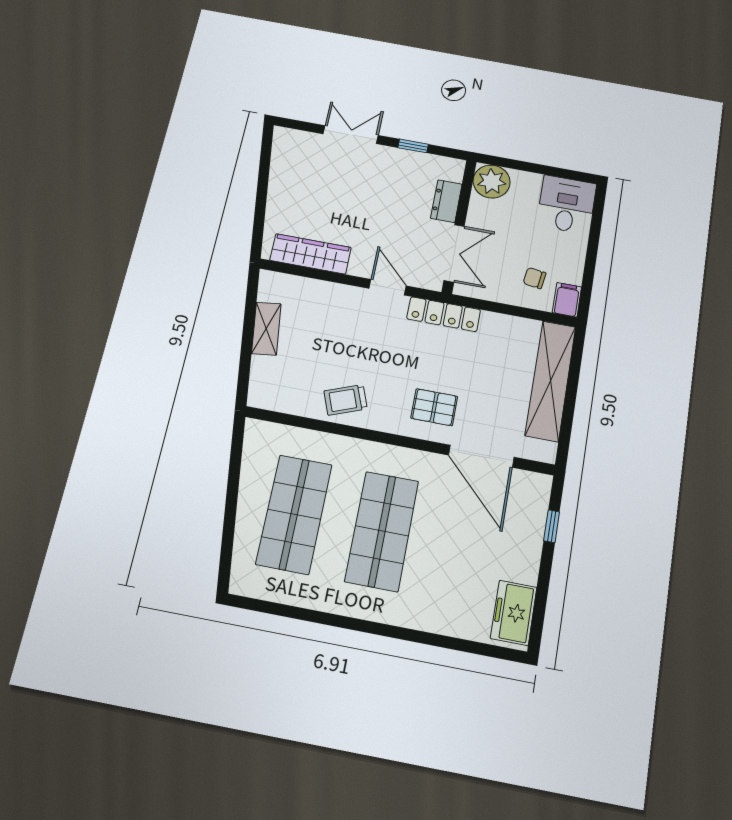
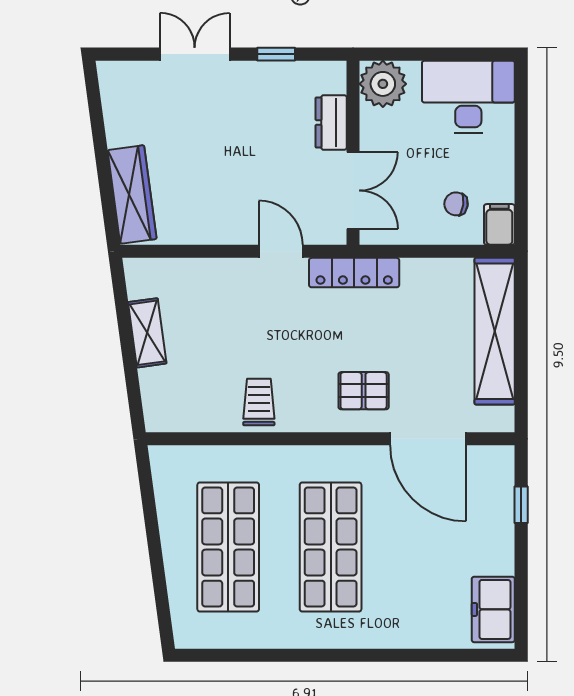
desk: (567, 205) -> (468, 97), width x1.37
wardrobe: (311, 254) -> (132, 194), moved, turned 82
trolley: (346, 400) -> (259, 402), turned 111

